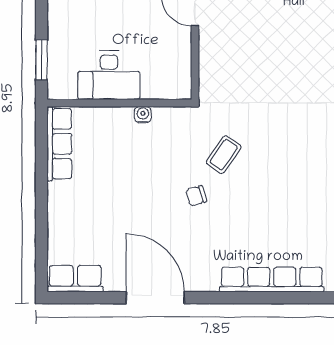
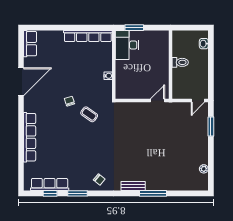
desk: (109, 75) -> (127, 45), moved
row of seats: (59, 144) -> (88, 36), width x1.36

